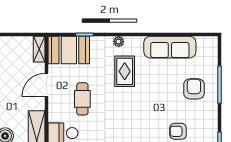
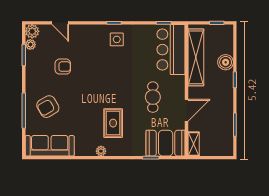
plant: (119, 42) -> (101, 151), moved
sofa: (170, 47) -> (50, 146), moved
armchair: (194, 89) -> (48, 107), turned 60

